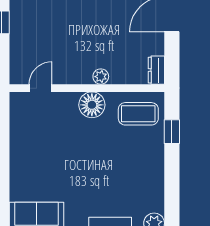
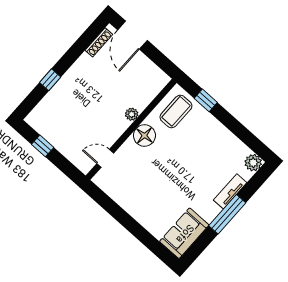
dresser: (156, 70) -> (159, 76), removed
door: (40, 88) -> (105, 158), hinge flipped

